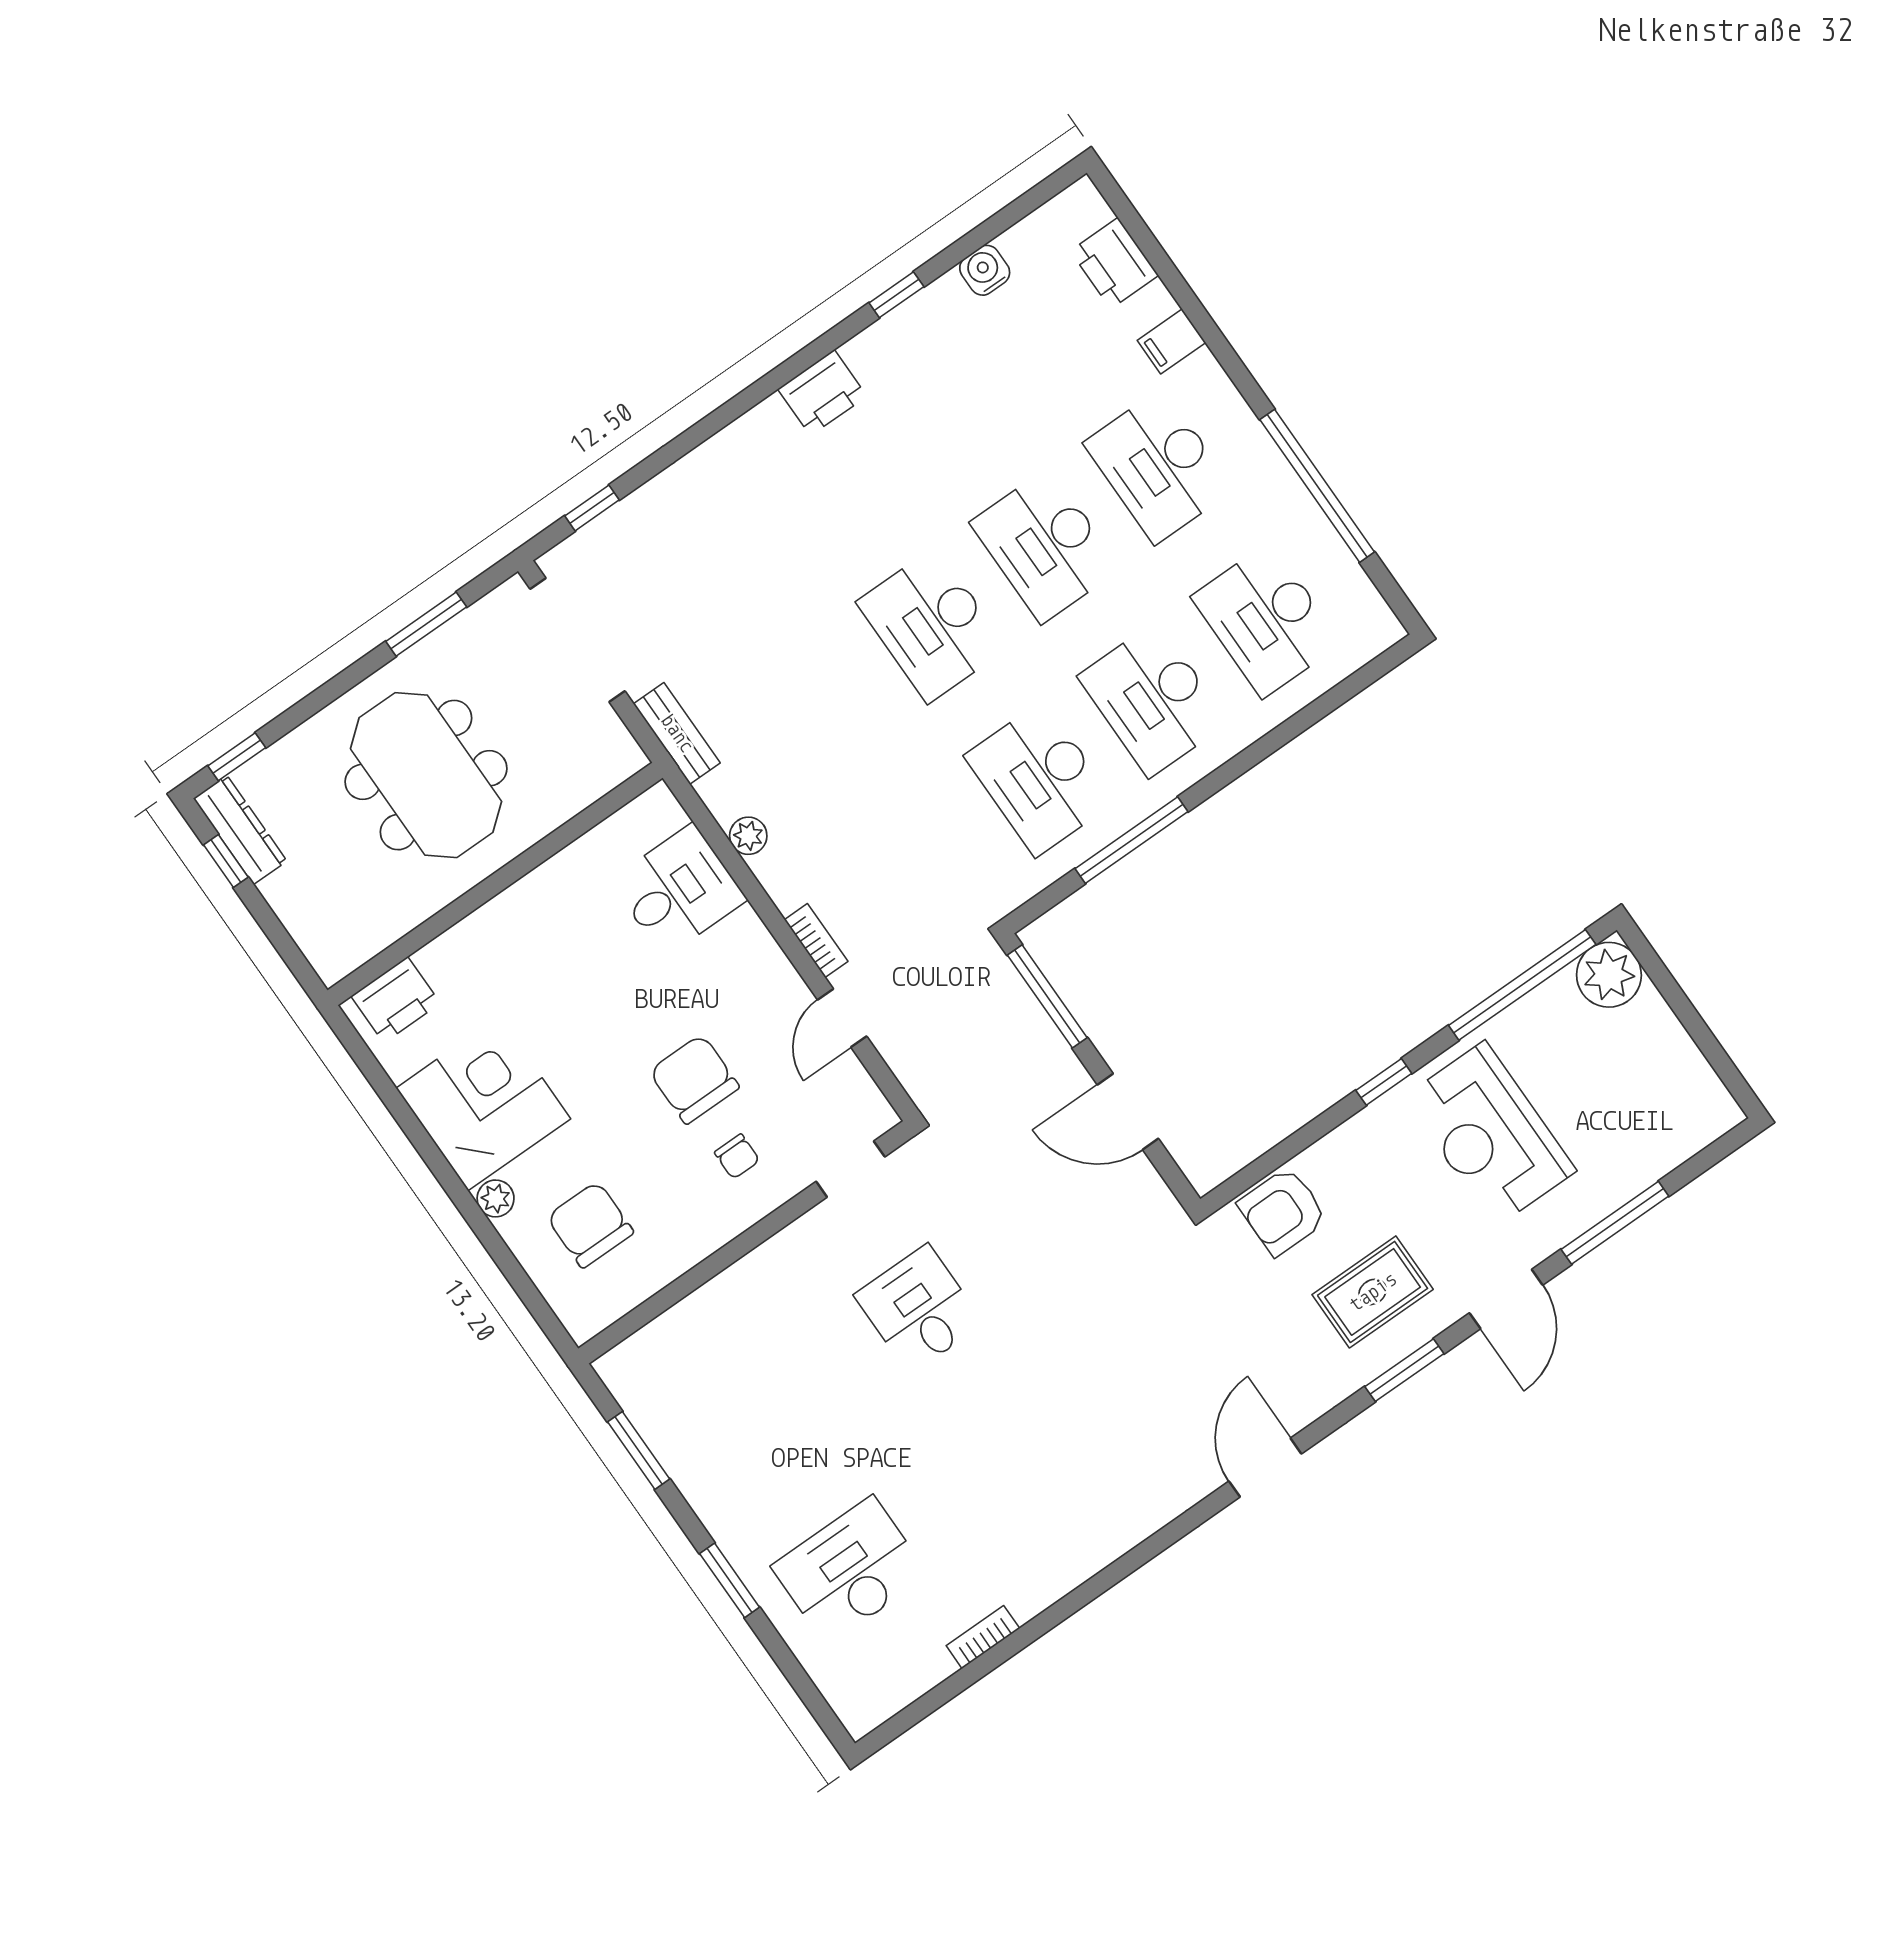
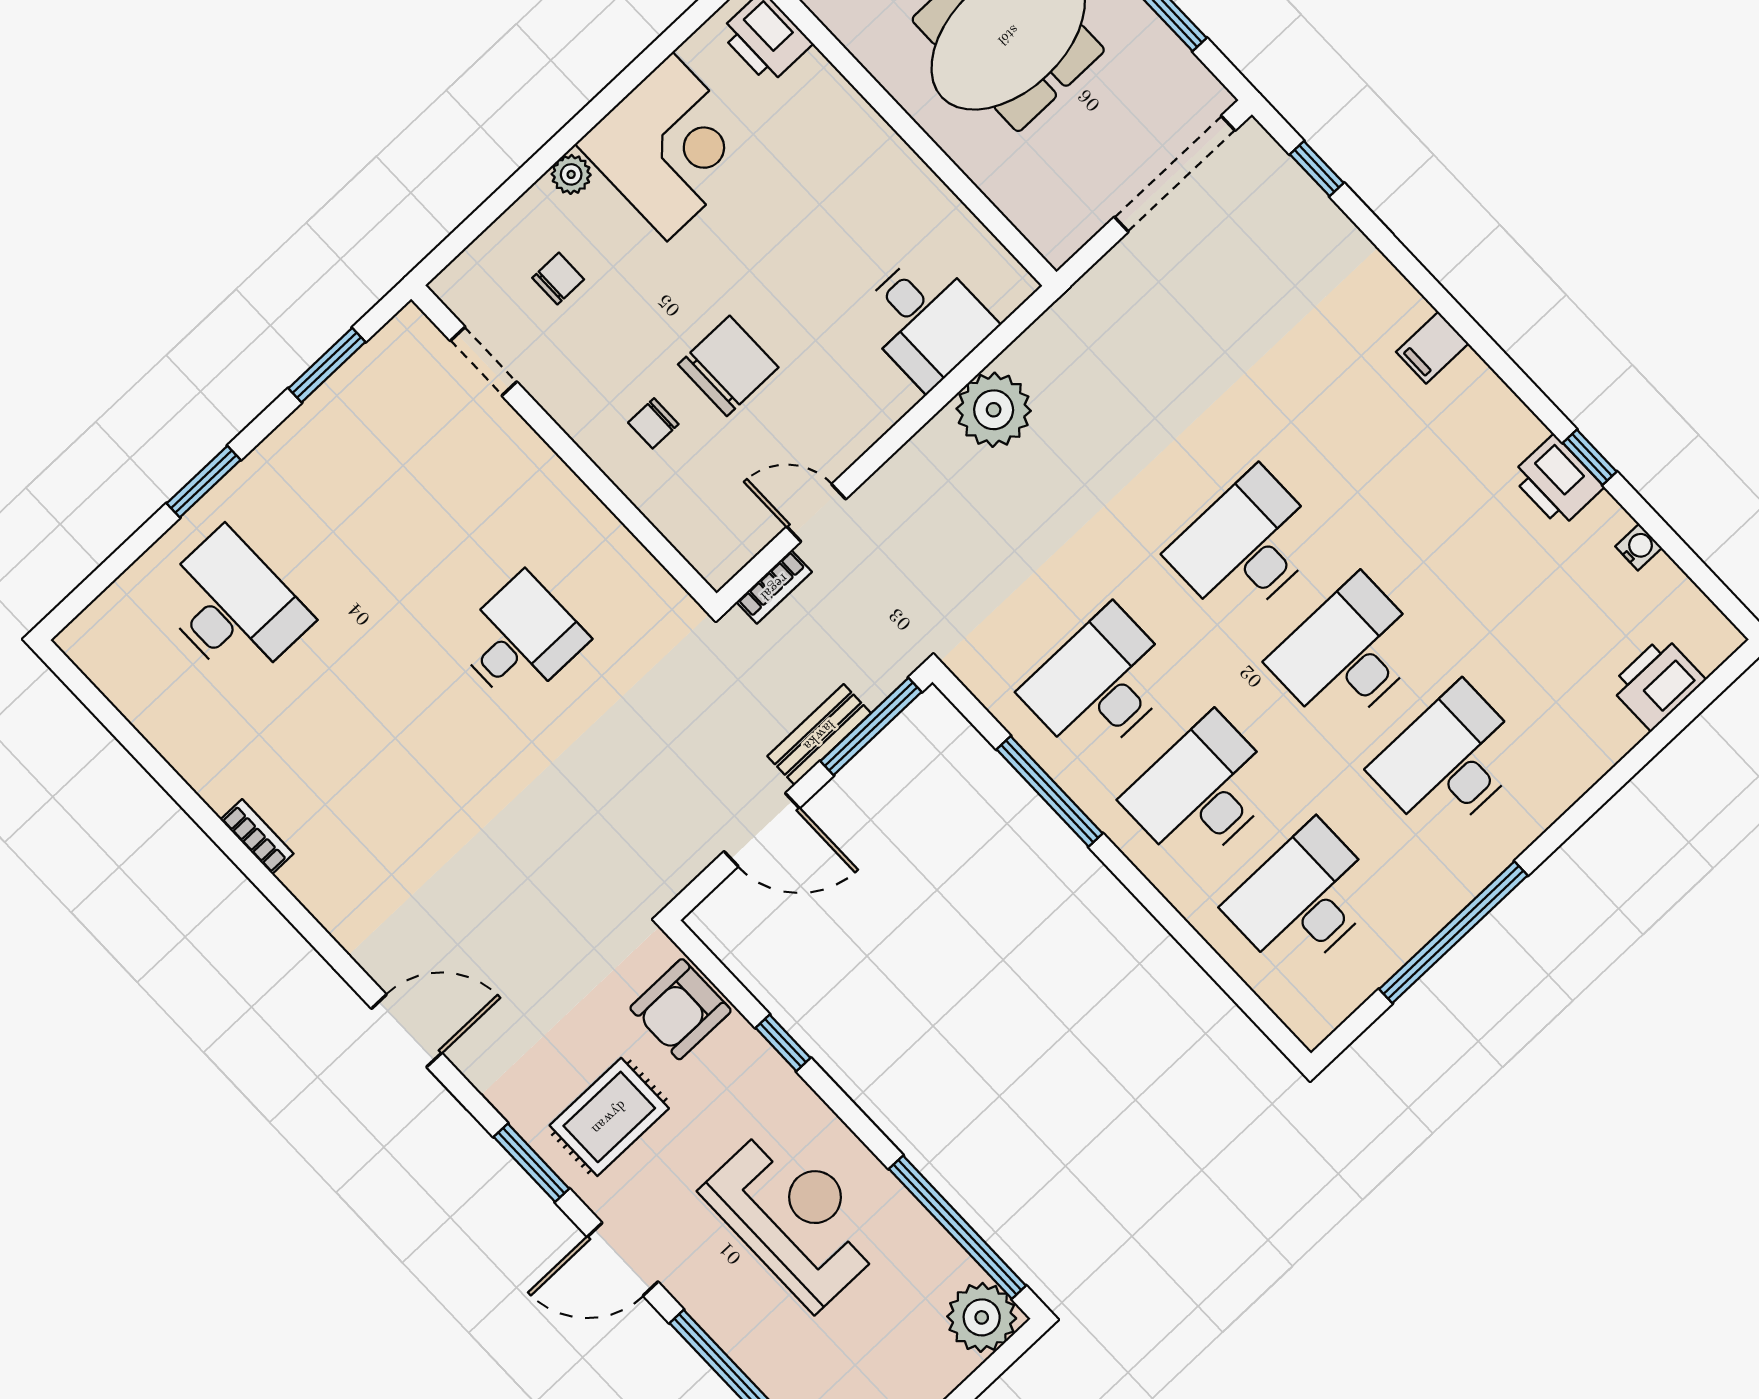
water cooler: (985, 270) -> (1639, 547), width x0.72, depth x0.72
filing cabinet: (1171, 341) -> (1432, 348), moved, turned -90
printer: (822, 393) -> (1557, 481), moved
bench: (677, 733) -> (819, 735), moved
plant: (748, 836) -> (994, 410), width x1.88, depth x1.88
bookcase: (816, 941) -> (774, 587), moved
window: (1384, 1082) -> (783, 1043), moved
door: (1128, 1112) -> (762, 830), swing flipped
reception desk: (1490, 1134) -> (795, 1216), turned 90
doorway: (850, 1169) -> (484, 361), moved
armchair: (1283, 1211) -> (681, 1009), turned -90
chair: (590, 1225) -> (558, 279), width x0.54, depth x0.54
rug: (1373, 1292) -> (609, 1117), turned 90
bookcase: (983, 1637) -> (257, 837), moved

